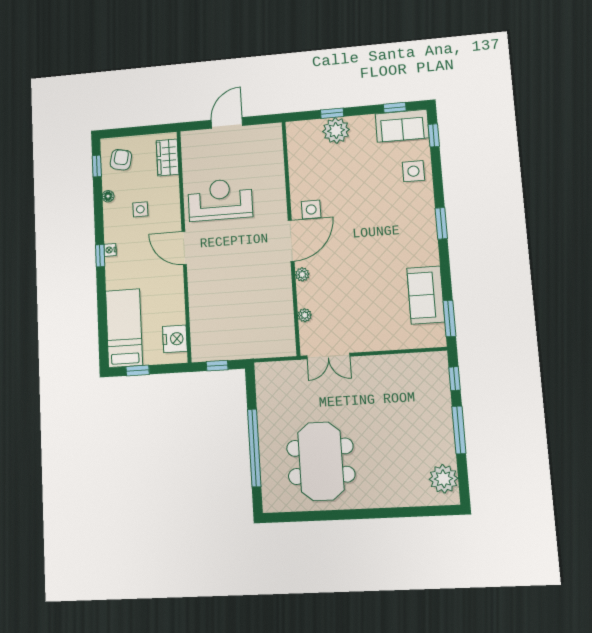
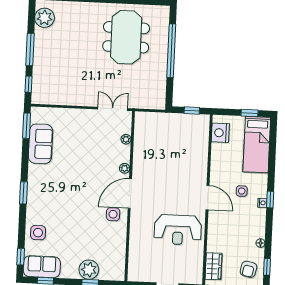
side table: (140, 209) -> (242, 191), moved

